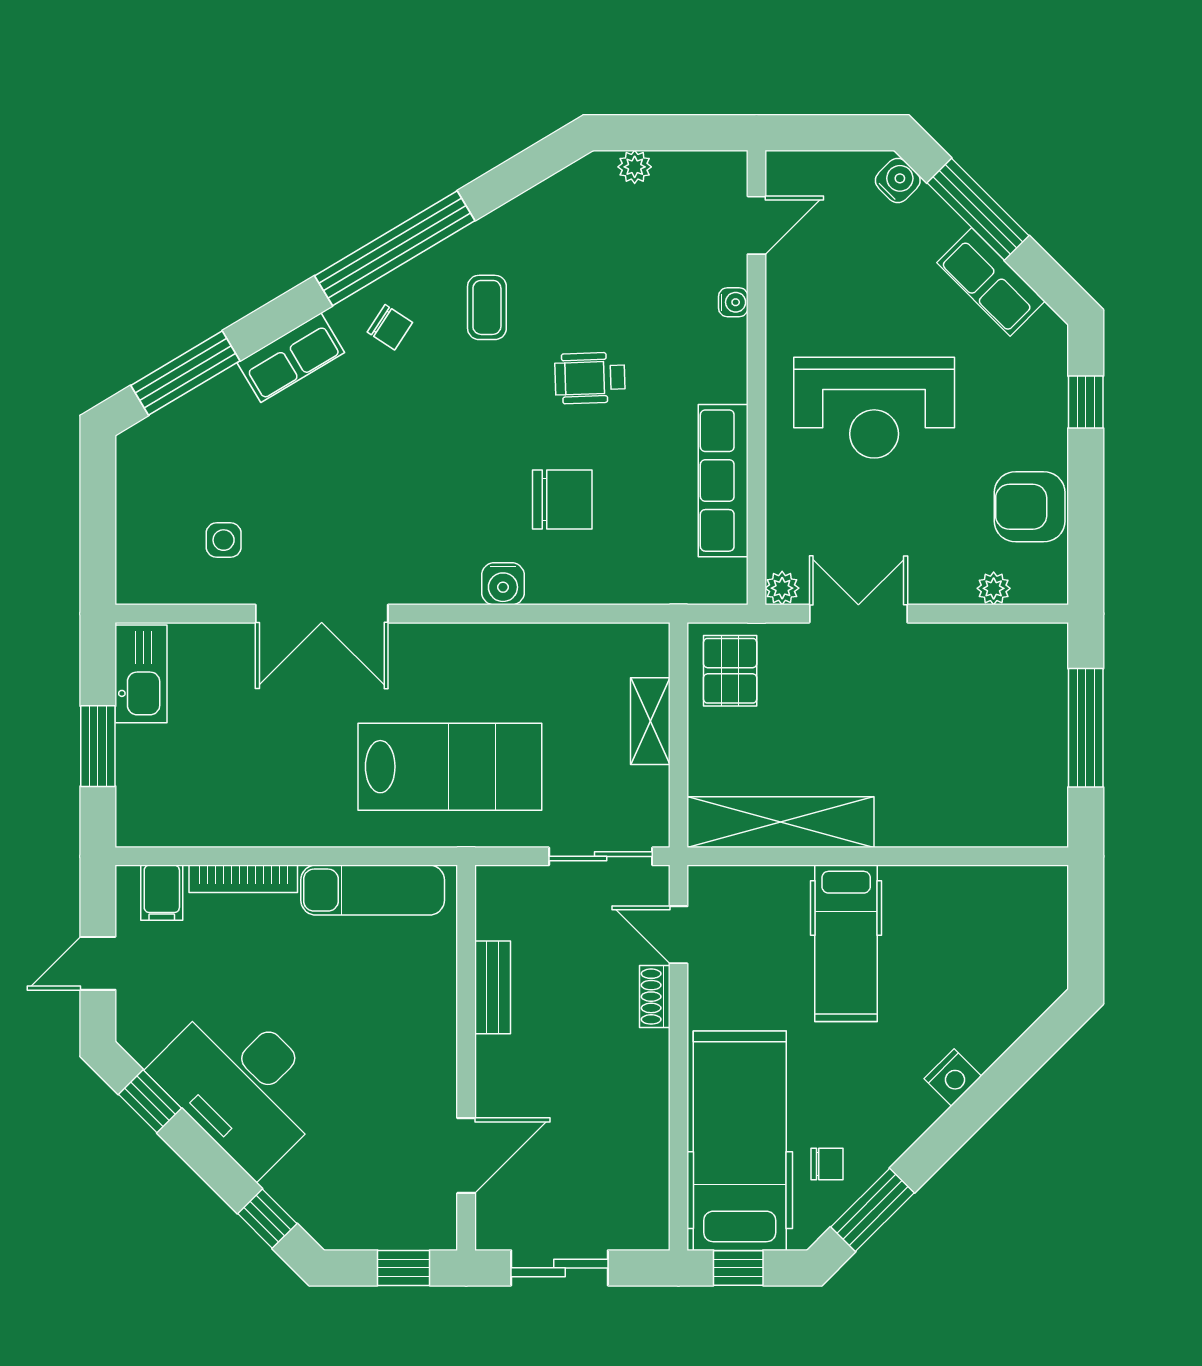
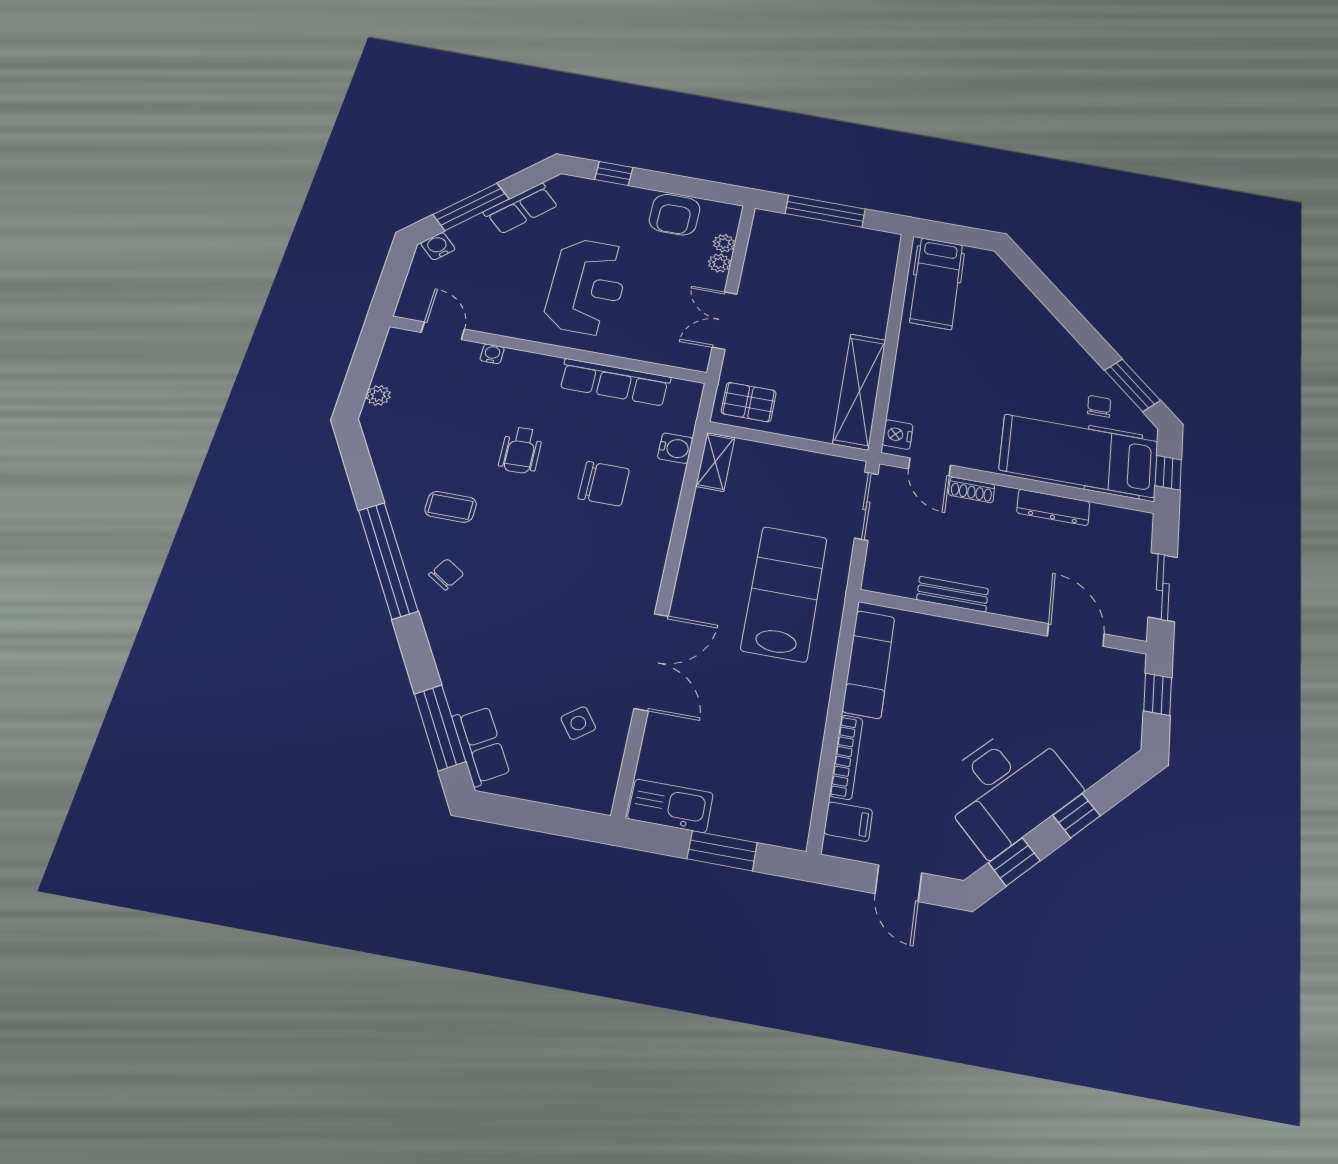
row of seats: (291, 358) -> (481, 746), moved
chair: (562, 500) -> (604, 484), turned 90
side table: (224, 540) -> (578, 723), turned -37
water cooler: (503, 584) -> (675, 448), moved
plant: (782, 588) -> (719, 263), moved
shelving: (650, 721) -> (715, 462), moved, turned 90
door: (678, 935) -> (929, 467), hinge flipped
hospital bed: (846, 943) -> (936, 283), moved, turned 90
nightstand: (953, 1077) -> (898, 435), moved, turned -135
dresser: (650, 1111) -> (1053, 507), added
window: (267, 1219) -> (1077, 816), moved

